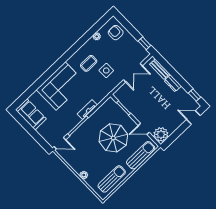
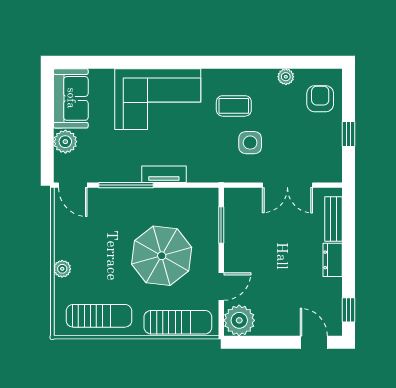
window: (144, 43) -> (348, 134), moved
door: (144, 129) -> (221, 287), swing flipped
plant: (43, 131) -> (65, 142), added

